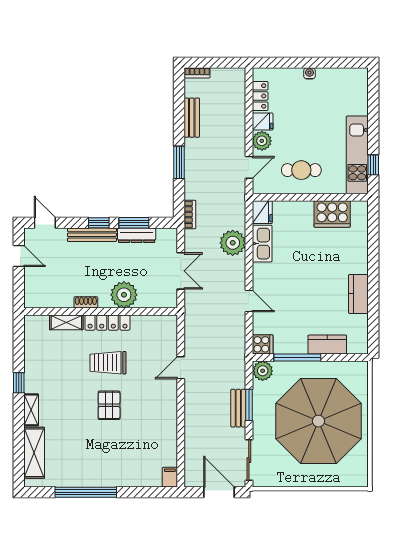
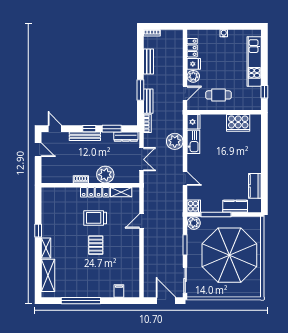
kitchen unit: (357, 155) -> (254, 62), moved
dresser: (137, 235) -> (126, 137), moved
kitchen counter: (358, 294) -> (255, 186), moved
shelving: (66, 322) -> (121, 192), moved
bench: (238, 408) -> (148, 101), moved
filing cabinet: (170, 477) -> (119, 291), moved

